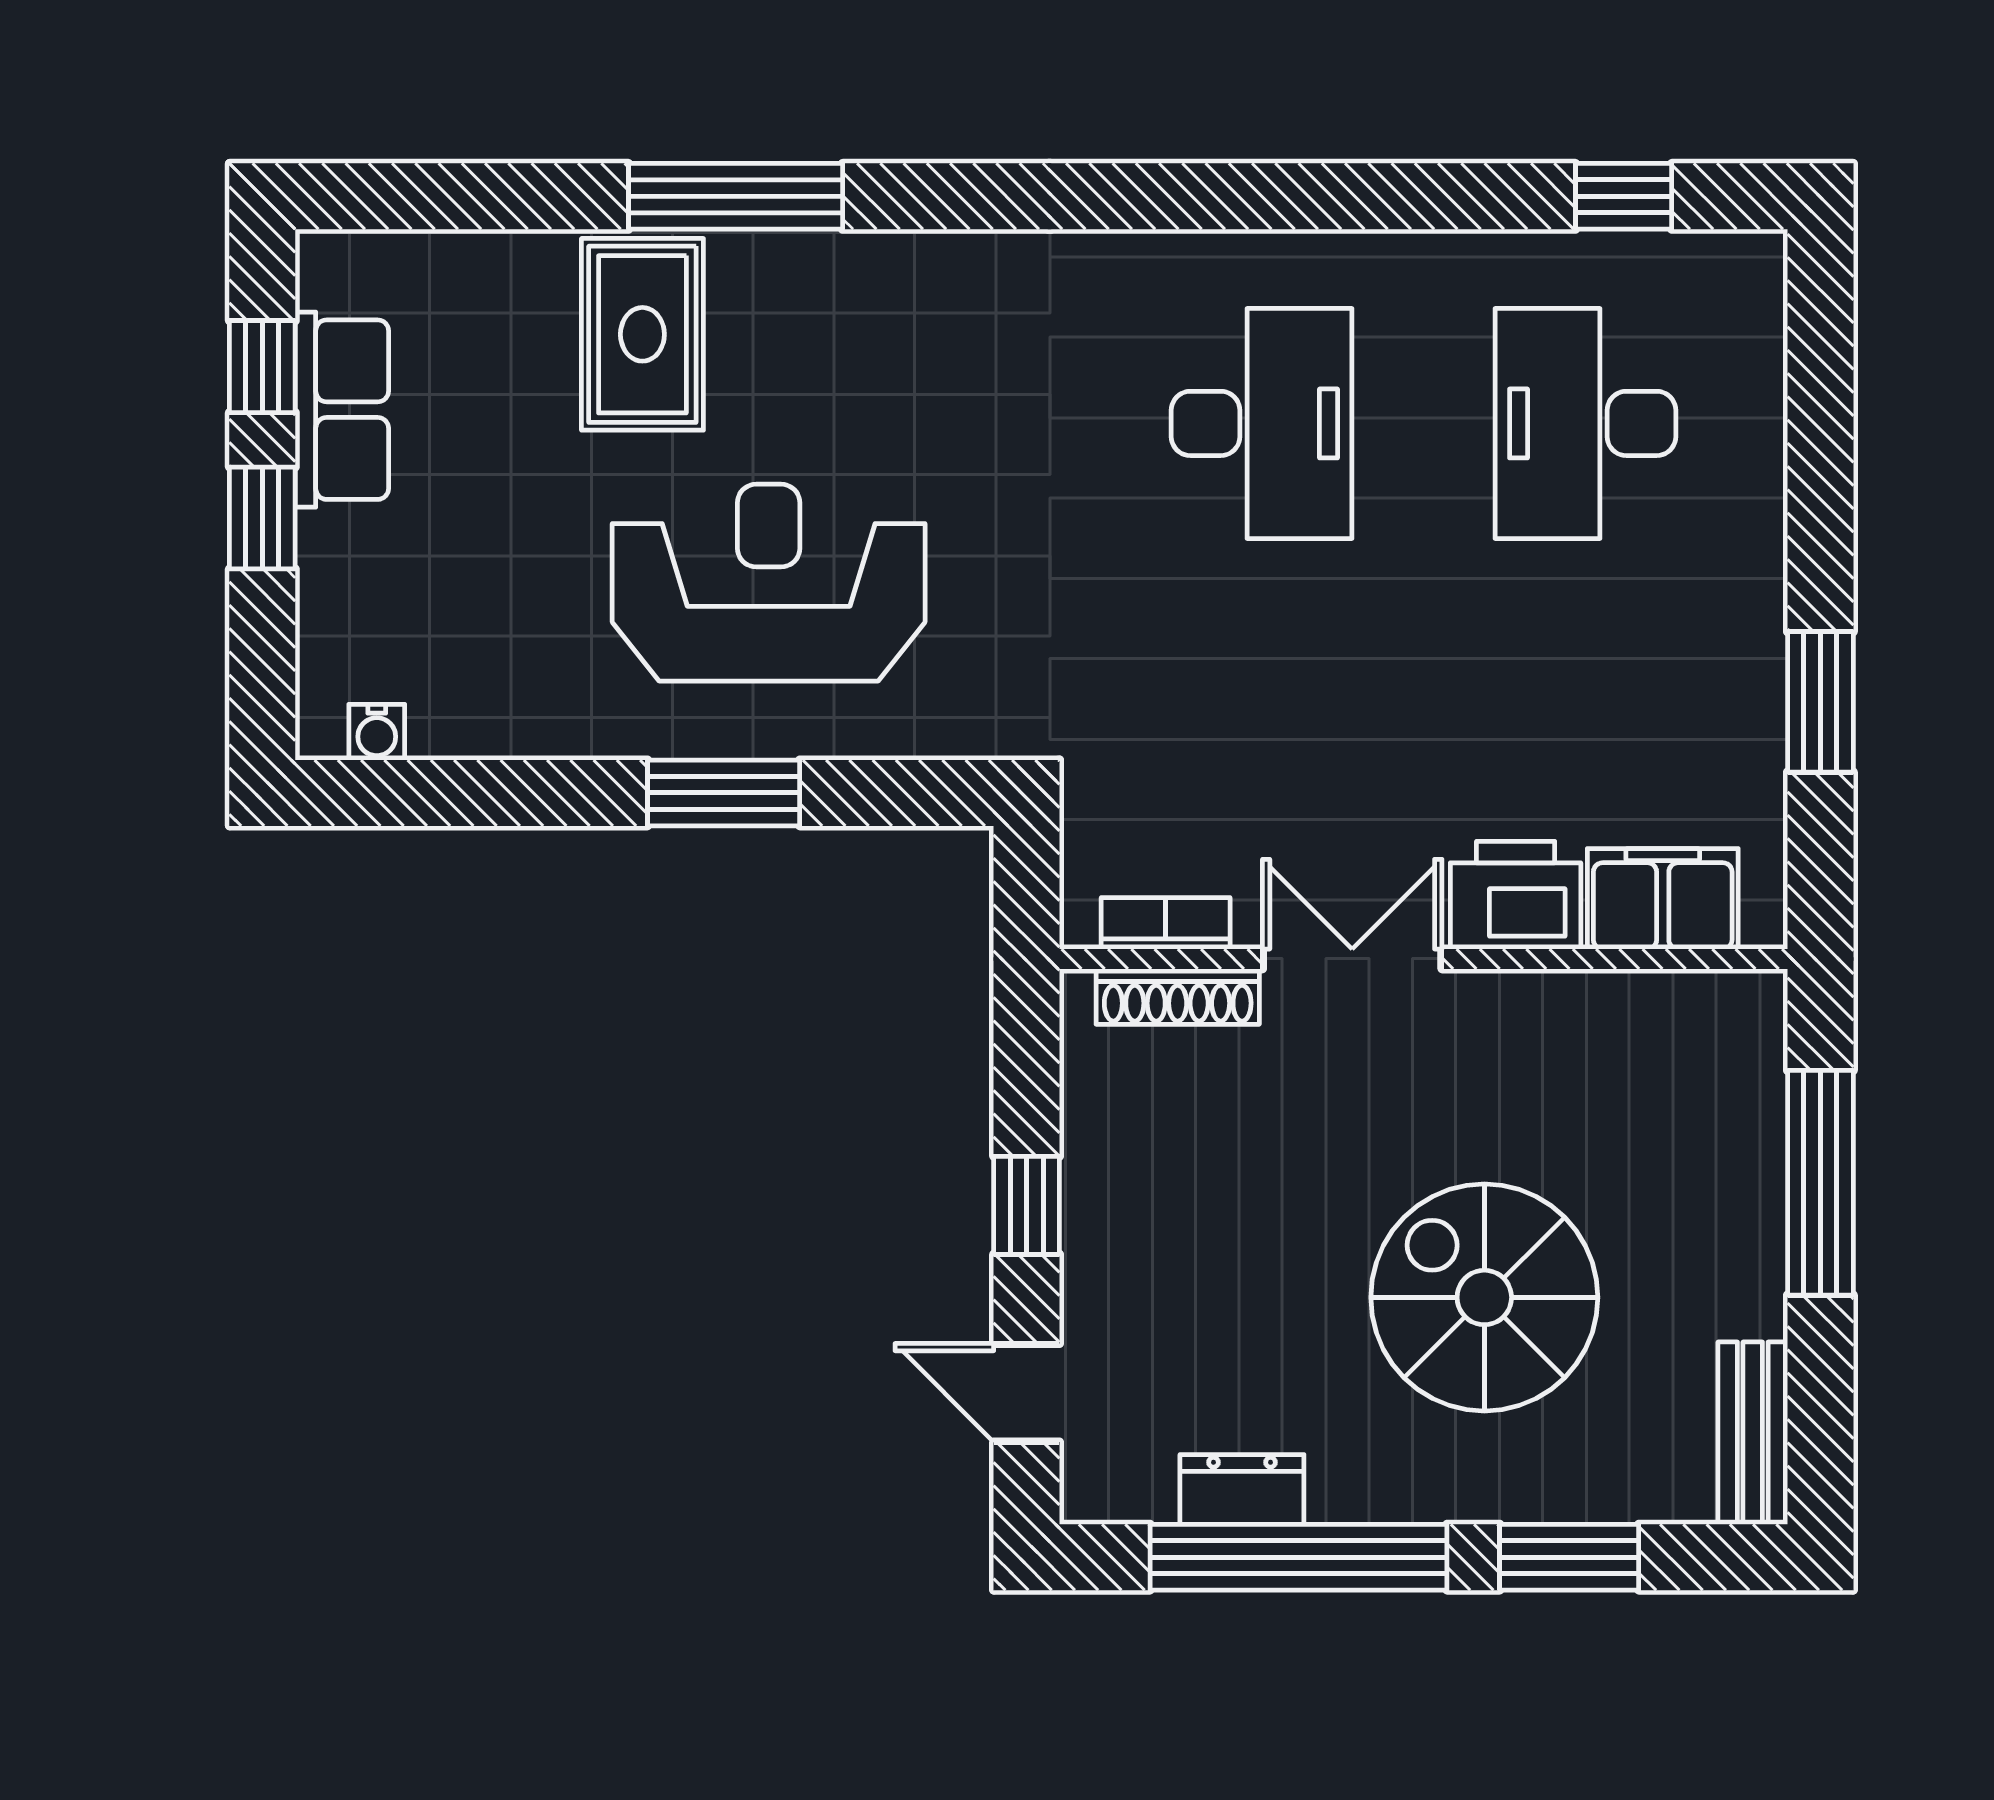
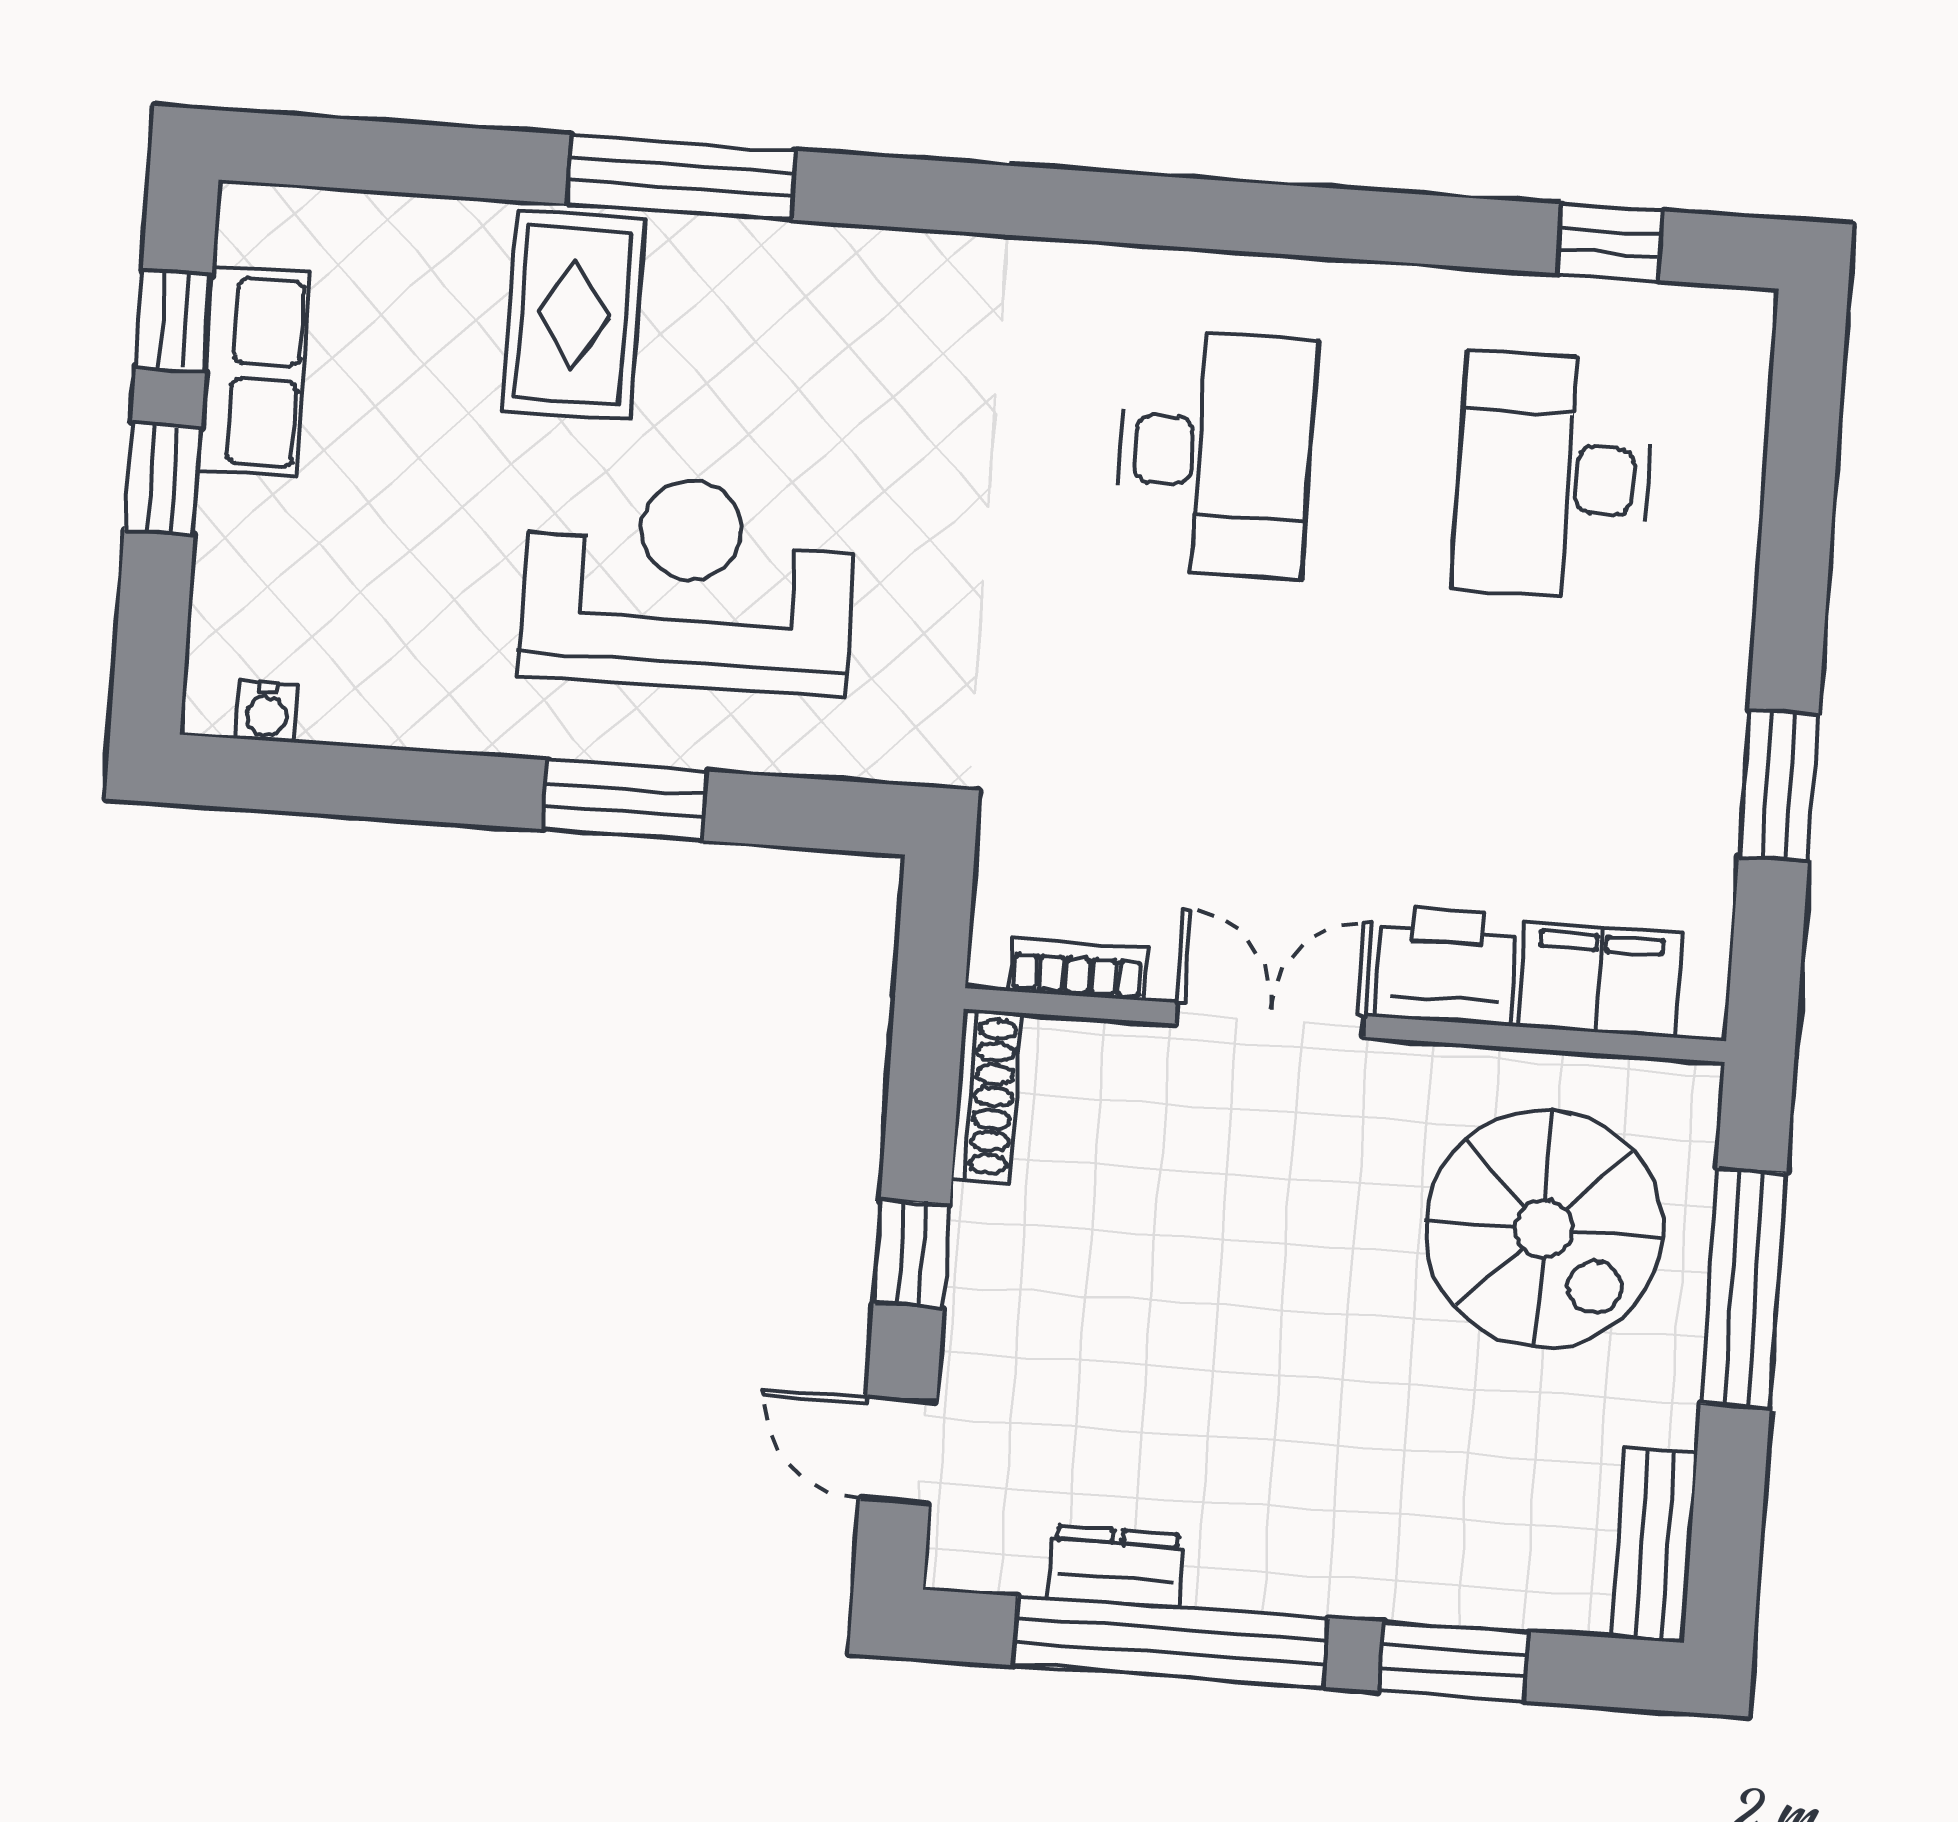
shoe rack: (1178, 997) -> (986, 1096), moved, turned -90
spiral stairs: (1484, 1297) -> (1544, 1229), moved, turned 180

